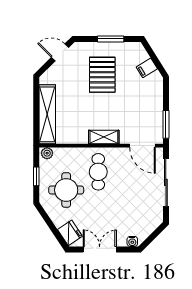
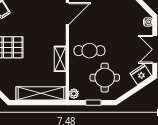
shelving: (104, 137) -> (60, 59), moved

